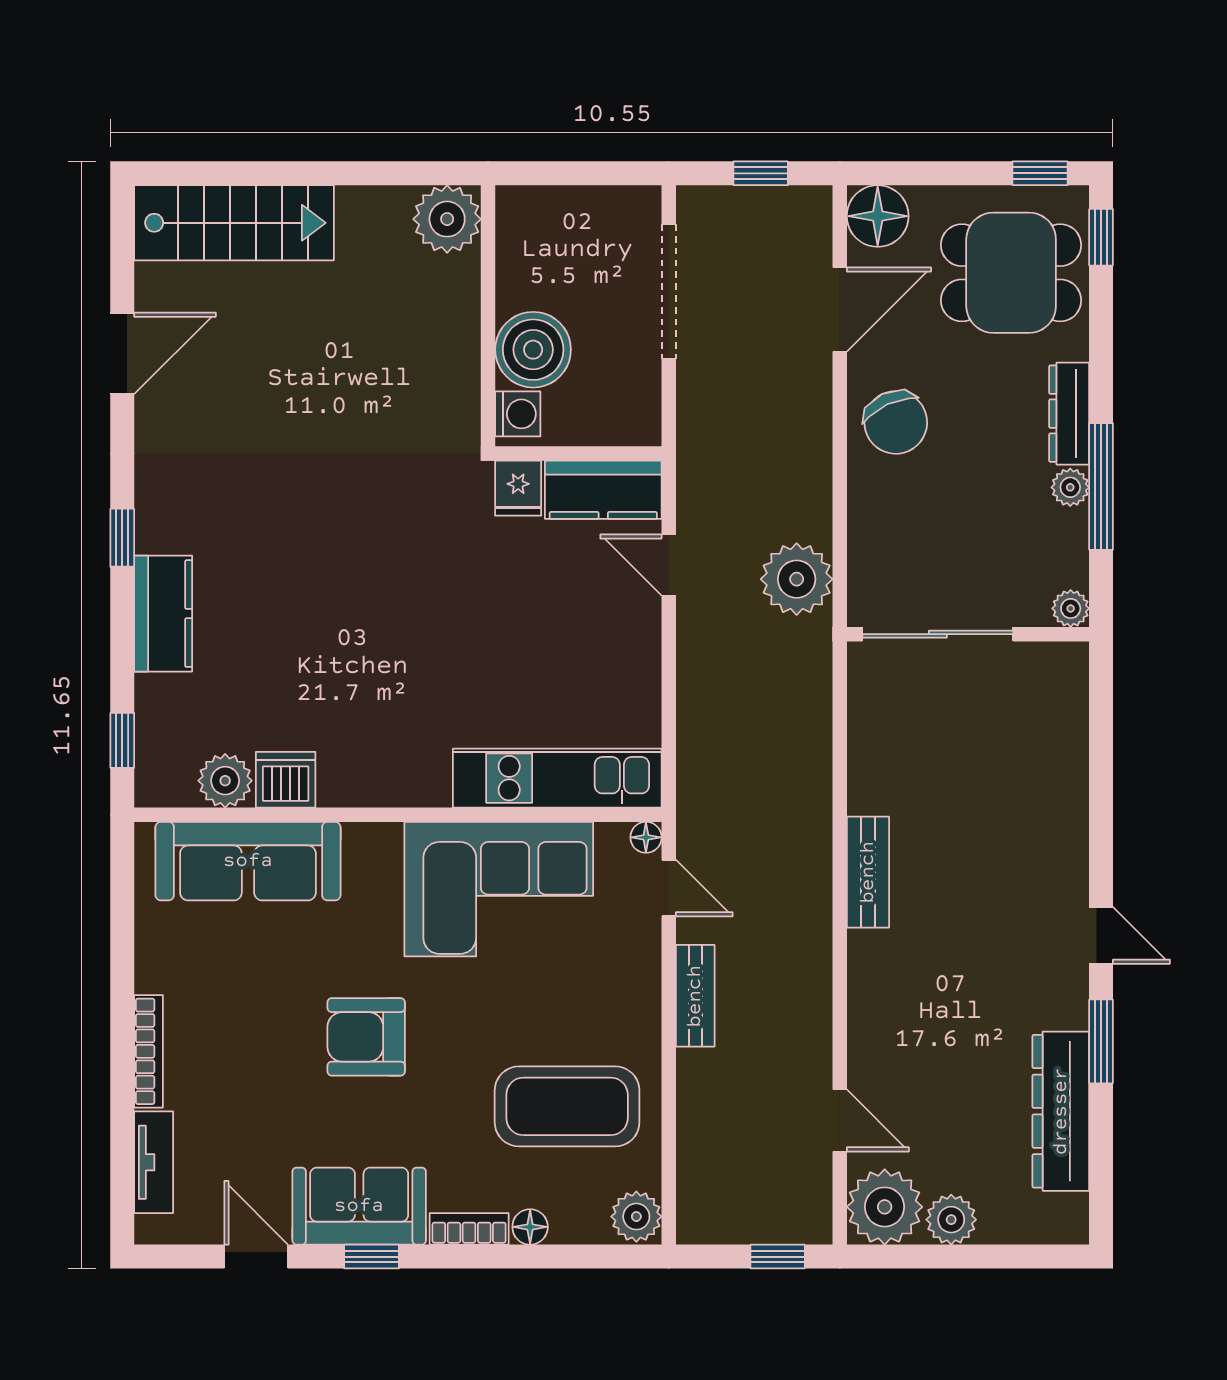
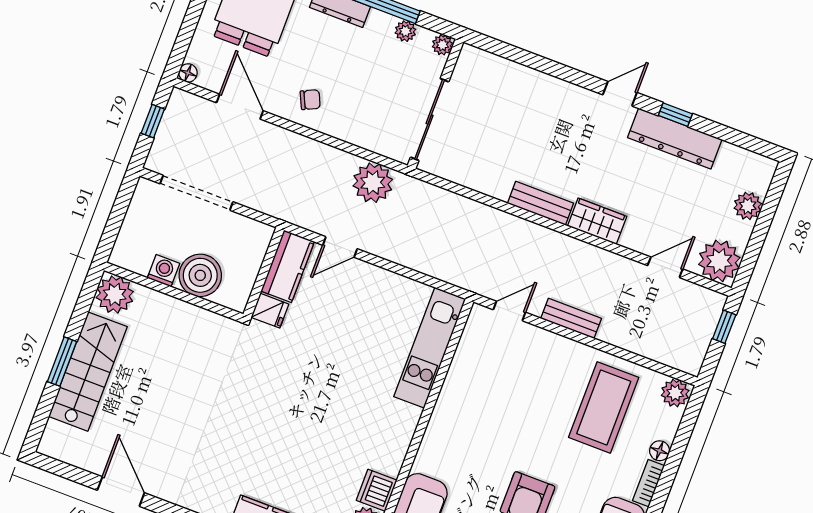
window: (302, 173) -> (62, 362), added
floor lamp: (878, 216) -> (188, 73), width x0.53, depth x0.53
stairs: (234, 223) -> (88, 372), moved
washing machine: (518, 414) -> (164, 271), moved
chair: (896, 422) -> (310, 100), width x0.54, depth x0.54
plant: (1070, 487) -> (405, 31), moved
floor lamp: (646, 837) -> (478, 313), removed
corner sofa: (499, 889) -> (476, 400), removed
wardrobe: (874, 978) -> (597, 221), added
window: (1101, 1041) -> (675, 115), width x0.67
dresser: (1061, 1111) -> (675, 139), moved
plant: (951, 1220) -> (748, 206), moved

